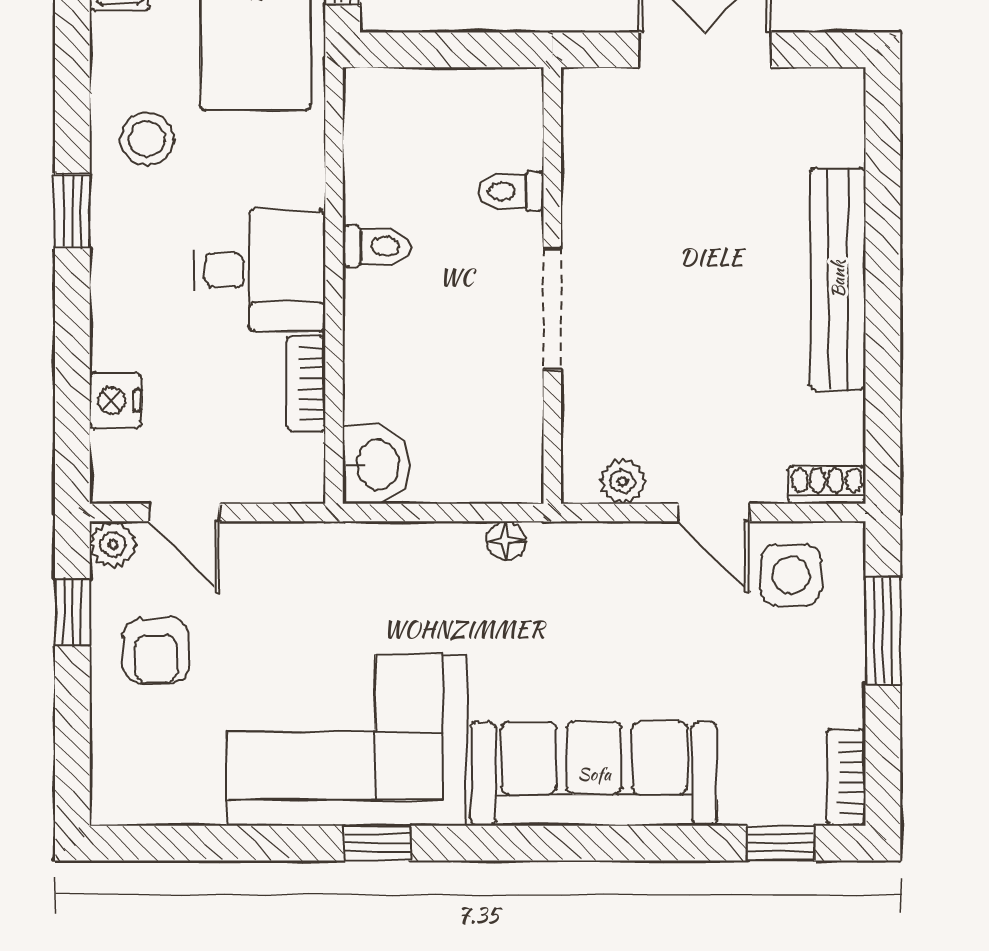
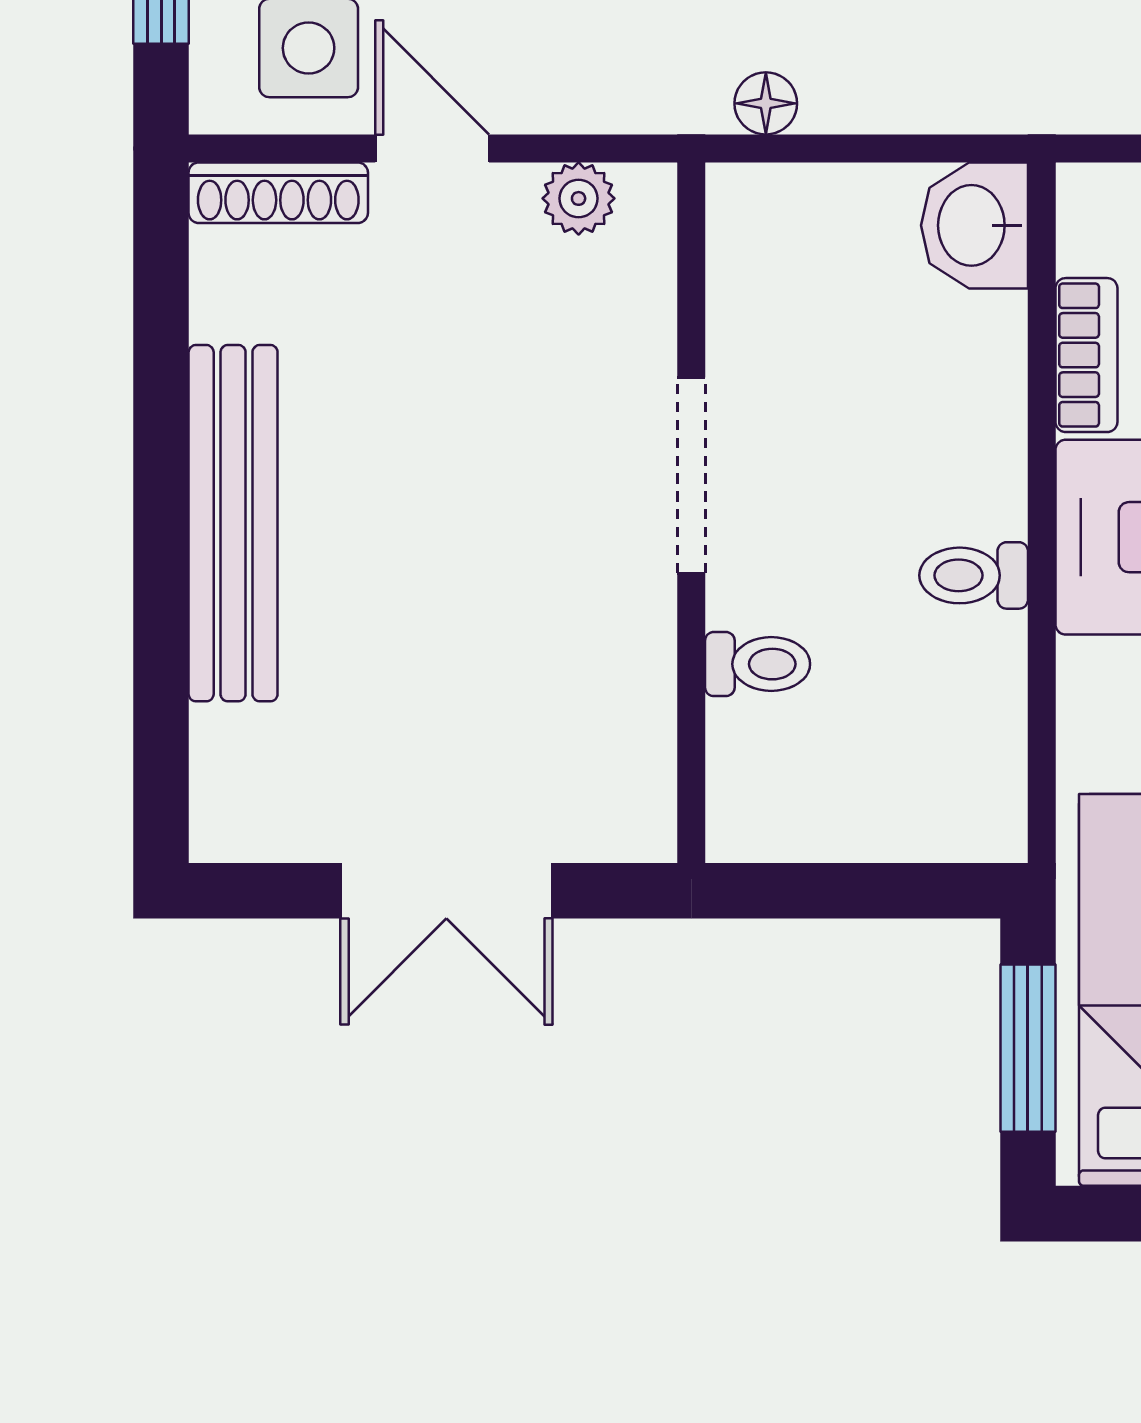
shoe rack: (827, 485) -> (278, 193), width x1.43

